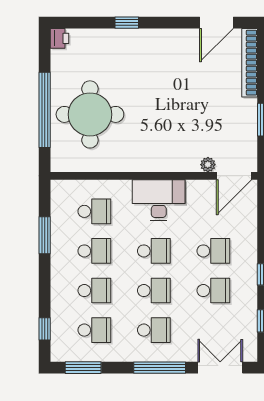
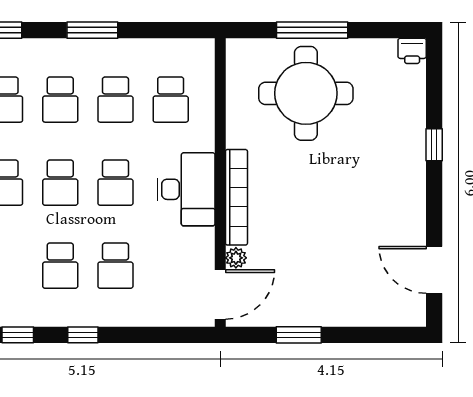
bookcase: (250, 63) -> (236, 197), moved, turned 90
window: (45, 110) -> (312, 30), width x0.68
door: (234, 176) -> (220, 294), swing flipped
window: (45, 235) -> (92, 30), moved

